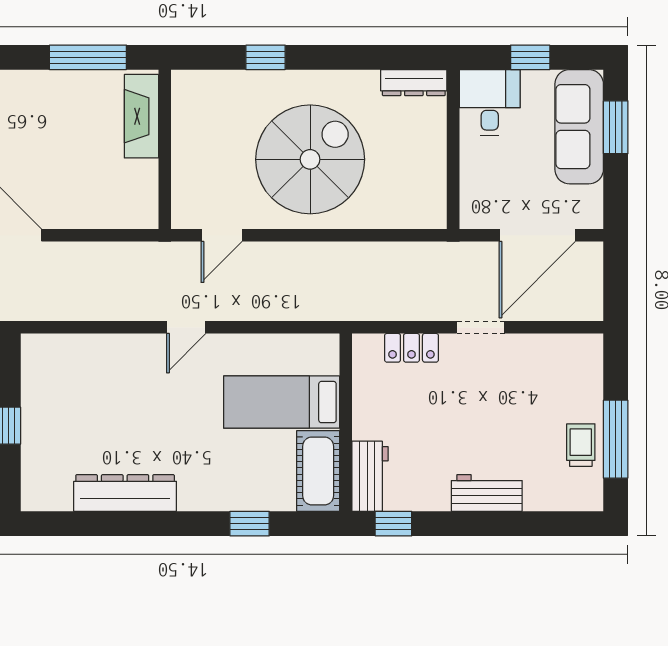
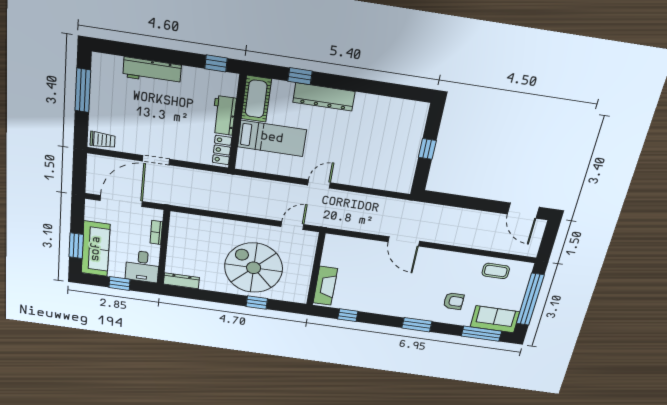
window: (88, 57) -> (348, 315), width x0.46
spiral stairs: (310, 159) -> (254, 268), moved, turned 90
bookcase: (469, 180) -> (156, 232), added
locker: (411, 348) -> (222, 150), moved, turned -90
trolley: (581, 445) -> (103, 140), moved, turned -90
workbench: (370, 476) -> (224, 115), moved
dresser: (125, 493) -> (324, 97), moved
workbench: (487, 493) -> (152, 71), width x1.38

